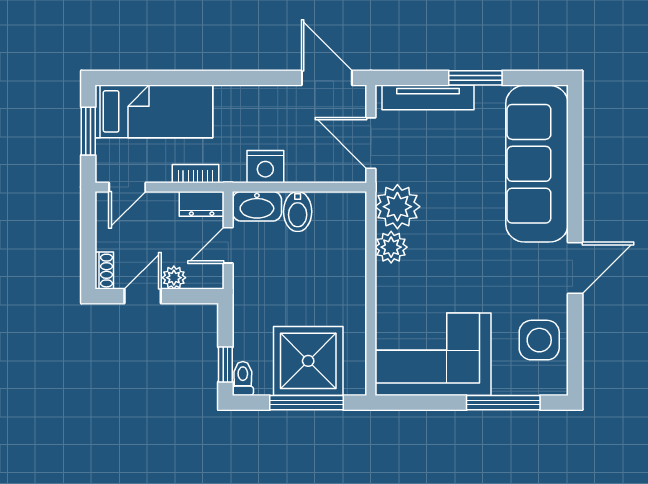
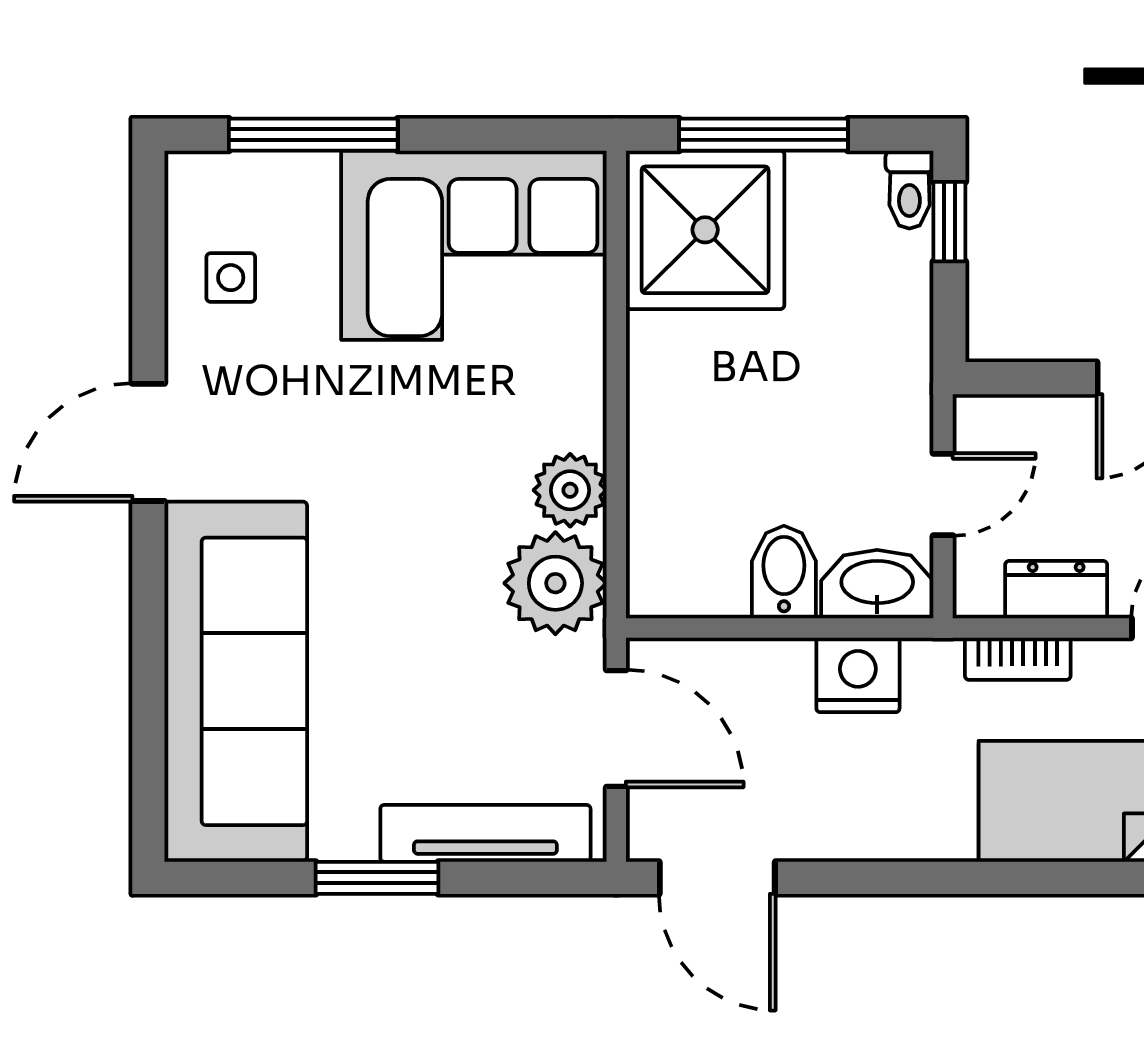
dresser: (202, 204) -> (1056, 590), moved
plant: (174, 278) -> (1067, 421), removed
side table: (539, 340) -> (231, 278), width x0.54, depth x0.54
shower: (308, 361) -> (705, 230), moved

